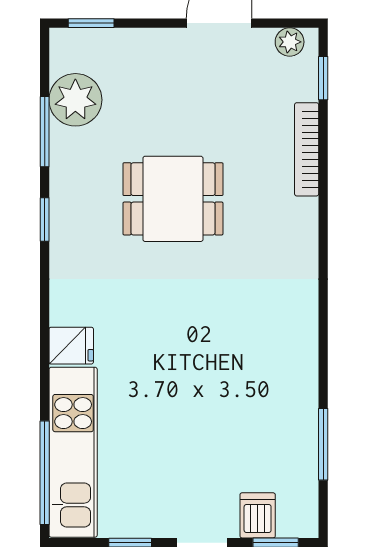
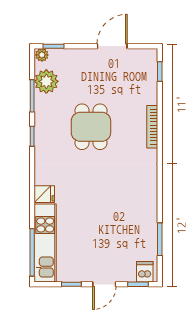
plant: (290, 42) -> (42, 55), moved
bookcase: (307, 149) -> (152, 127), moved
dining table: (173, 199) -> (91, 127), turned 90
dishwasher: (258, 515) -> (145, 272), moved

